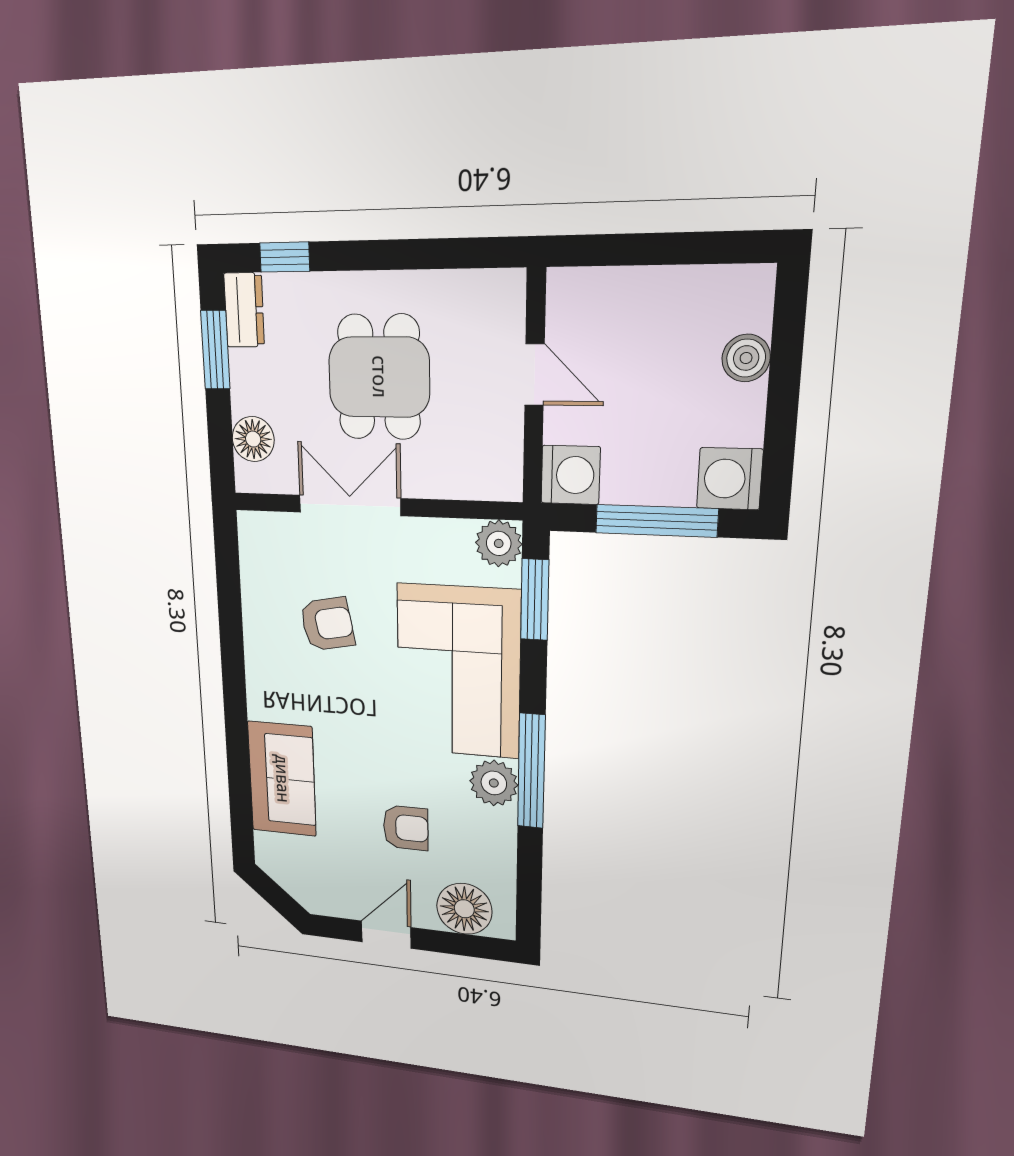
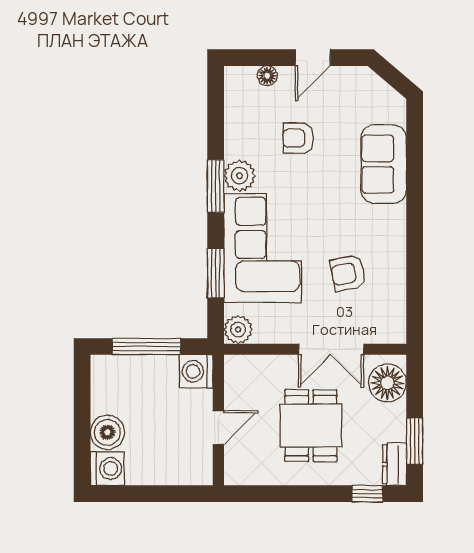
boiler: (746, 358) -> (107, 432), width x1.36, depth x1.36
door: (534, 375) -> (218, 428), swing flipped
floor lamp: (253, 439) -> (387, 383), width x1.38, depth x1.38
washing machine: (730, 479) -> (107, 469), moved
window: (535, 600) -> (216, 273), moved
window: (531, 771) -> (216, 186), width x0.69
floor lamp: (464, 909) -> (267, 76), width x0.53, depth x0.53

